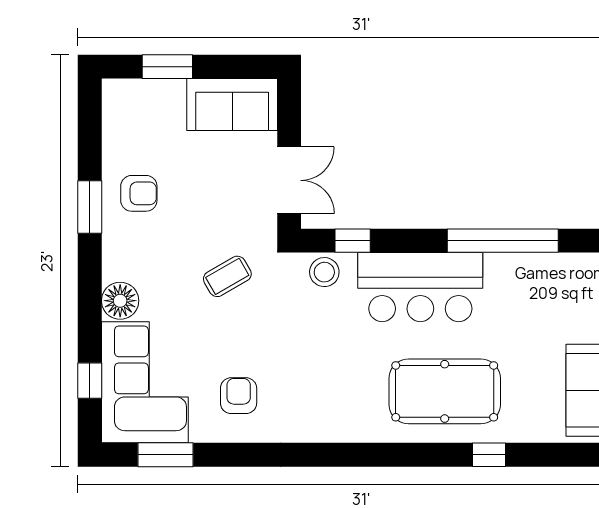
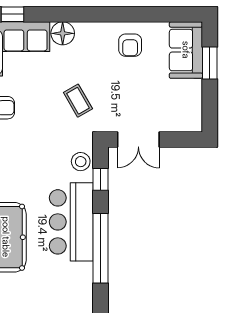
sofa: (232, 105) -> (186, 50), moved
window: (90, 207) -> (122, 14), removed
window: (503, 241) -> (100, 248), moved

